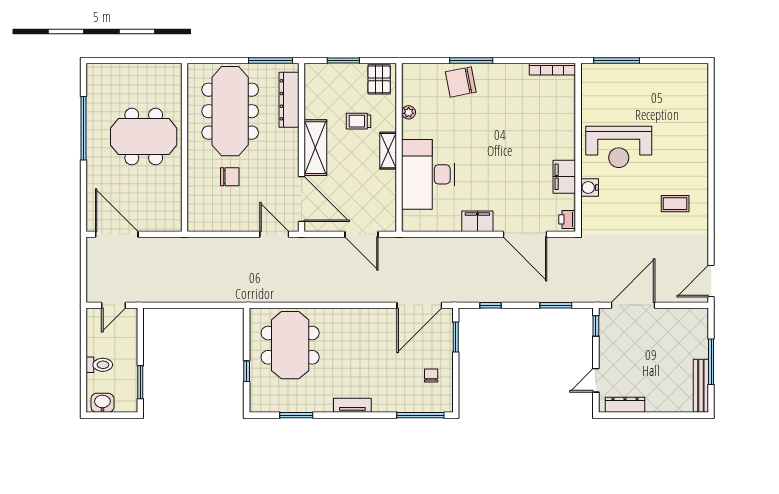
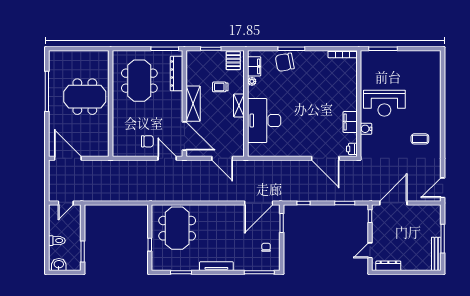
meeting table: (230, 111) -> (139, 81), width x0.73
chair: (230, 177) -> (147, 141), moved
filing cabinet: (477, 221) -> (254, 66), moved, turned 90
tv unit: (352, 405) -> (216, 266), width x1.41

